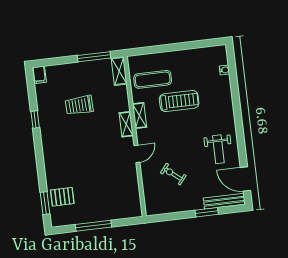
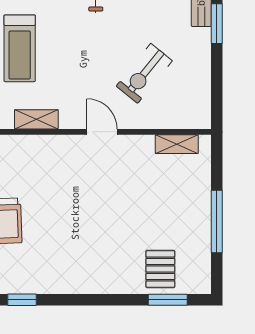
treadmill: (179, 101) -> (20, 48), turned 180
shelving: (126, 124) -> (177, 144), moved
exercise bike: (173, 174) -> (144, 73), width x1.38, depth x1.39

